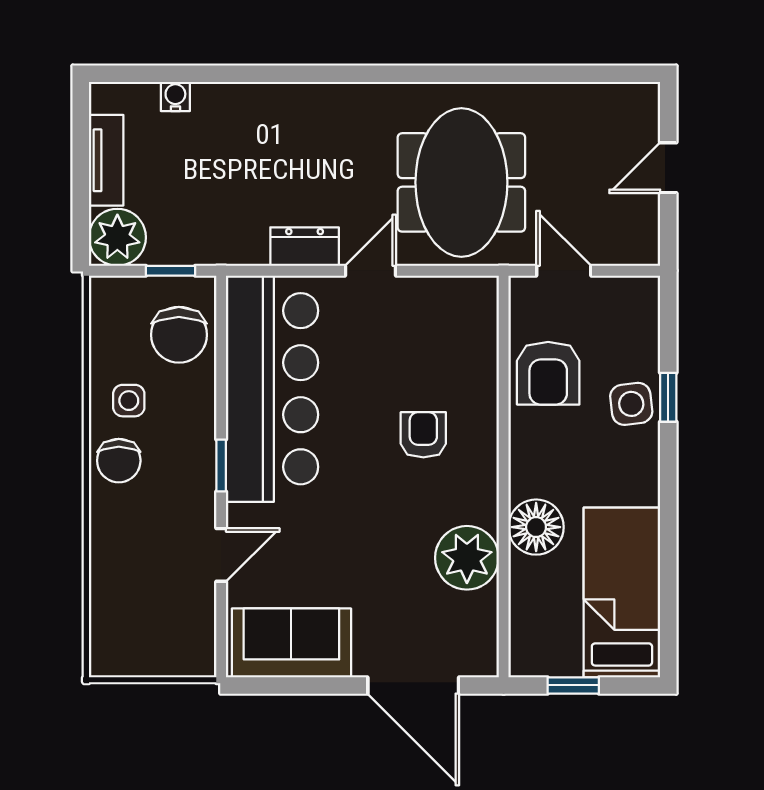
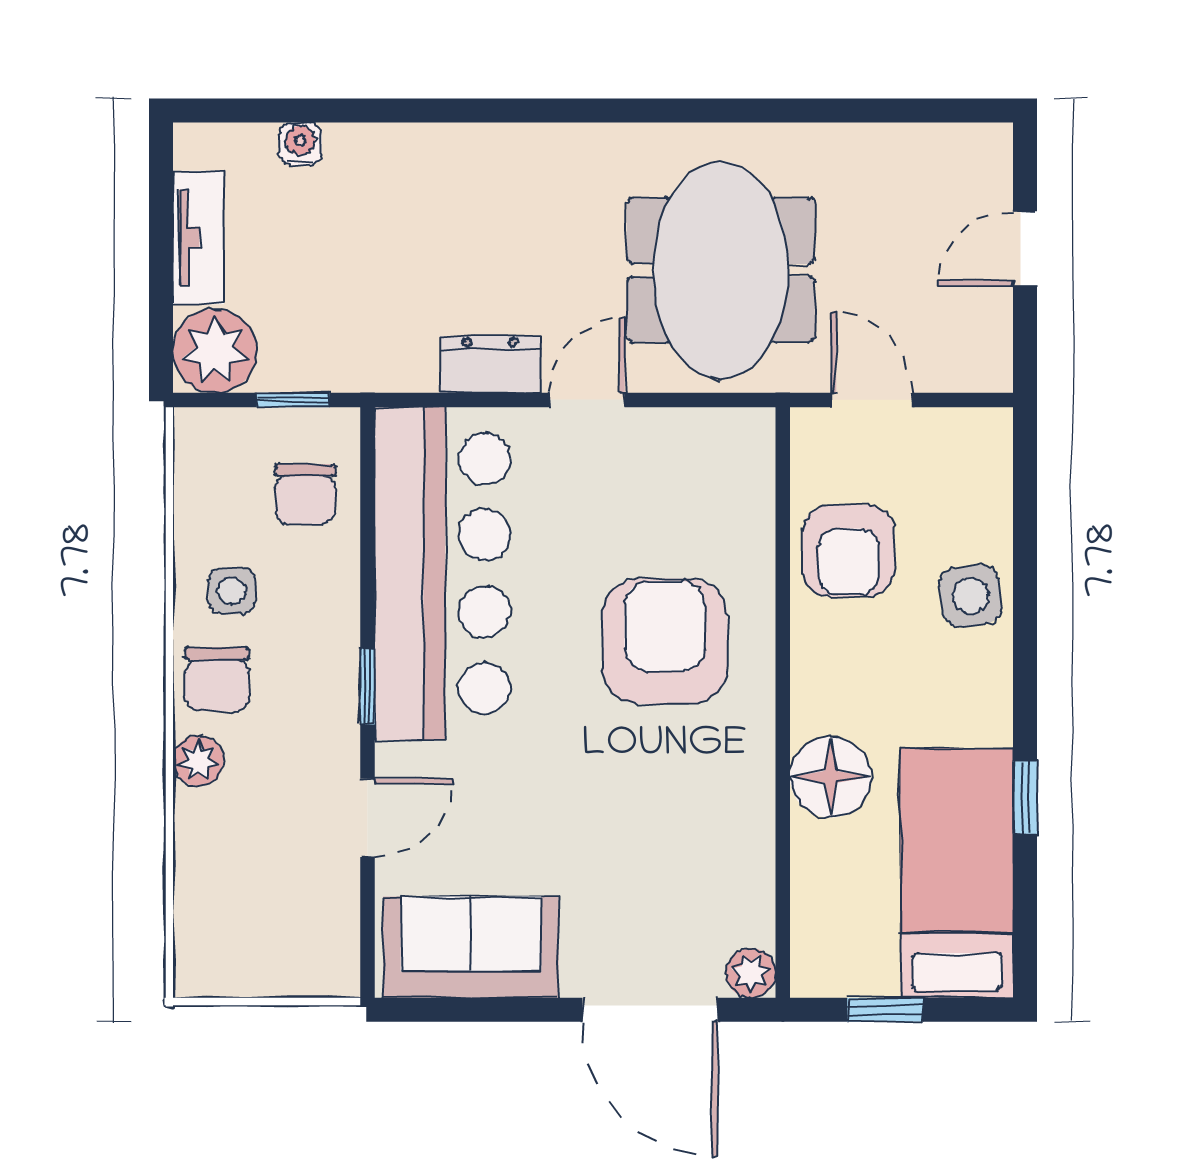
chair: (179, 335) -> (306, 494), width x0.73, depth x0.73
window: (668, 397) -> (1025, 798), moved
armchair: (423, 435) -> (665, 641), width x1.88, depth x1.88
plant: (106, 516) -> (198, 761), added
plant: (467, 558) -> (751, 973), moved, width x0.53, depth x0.53

